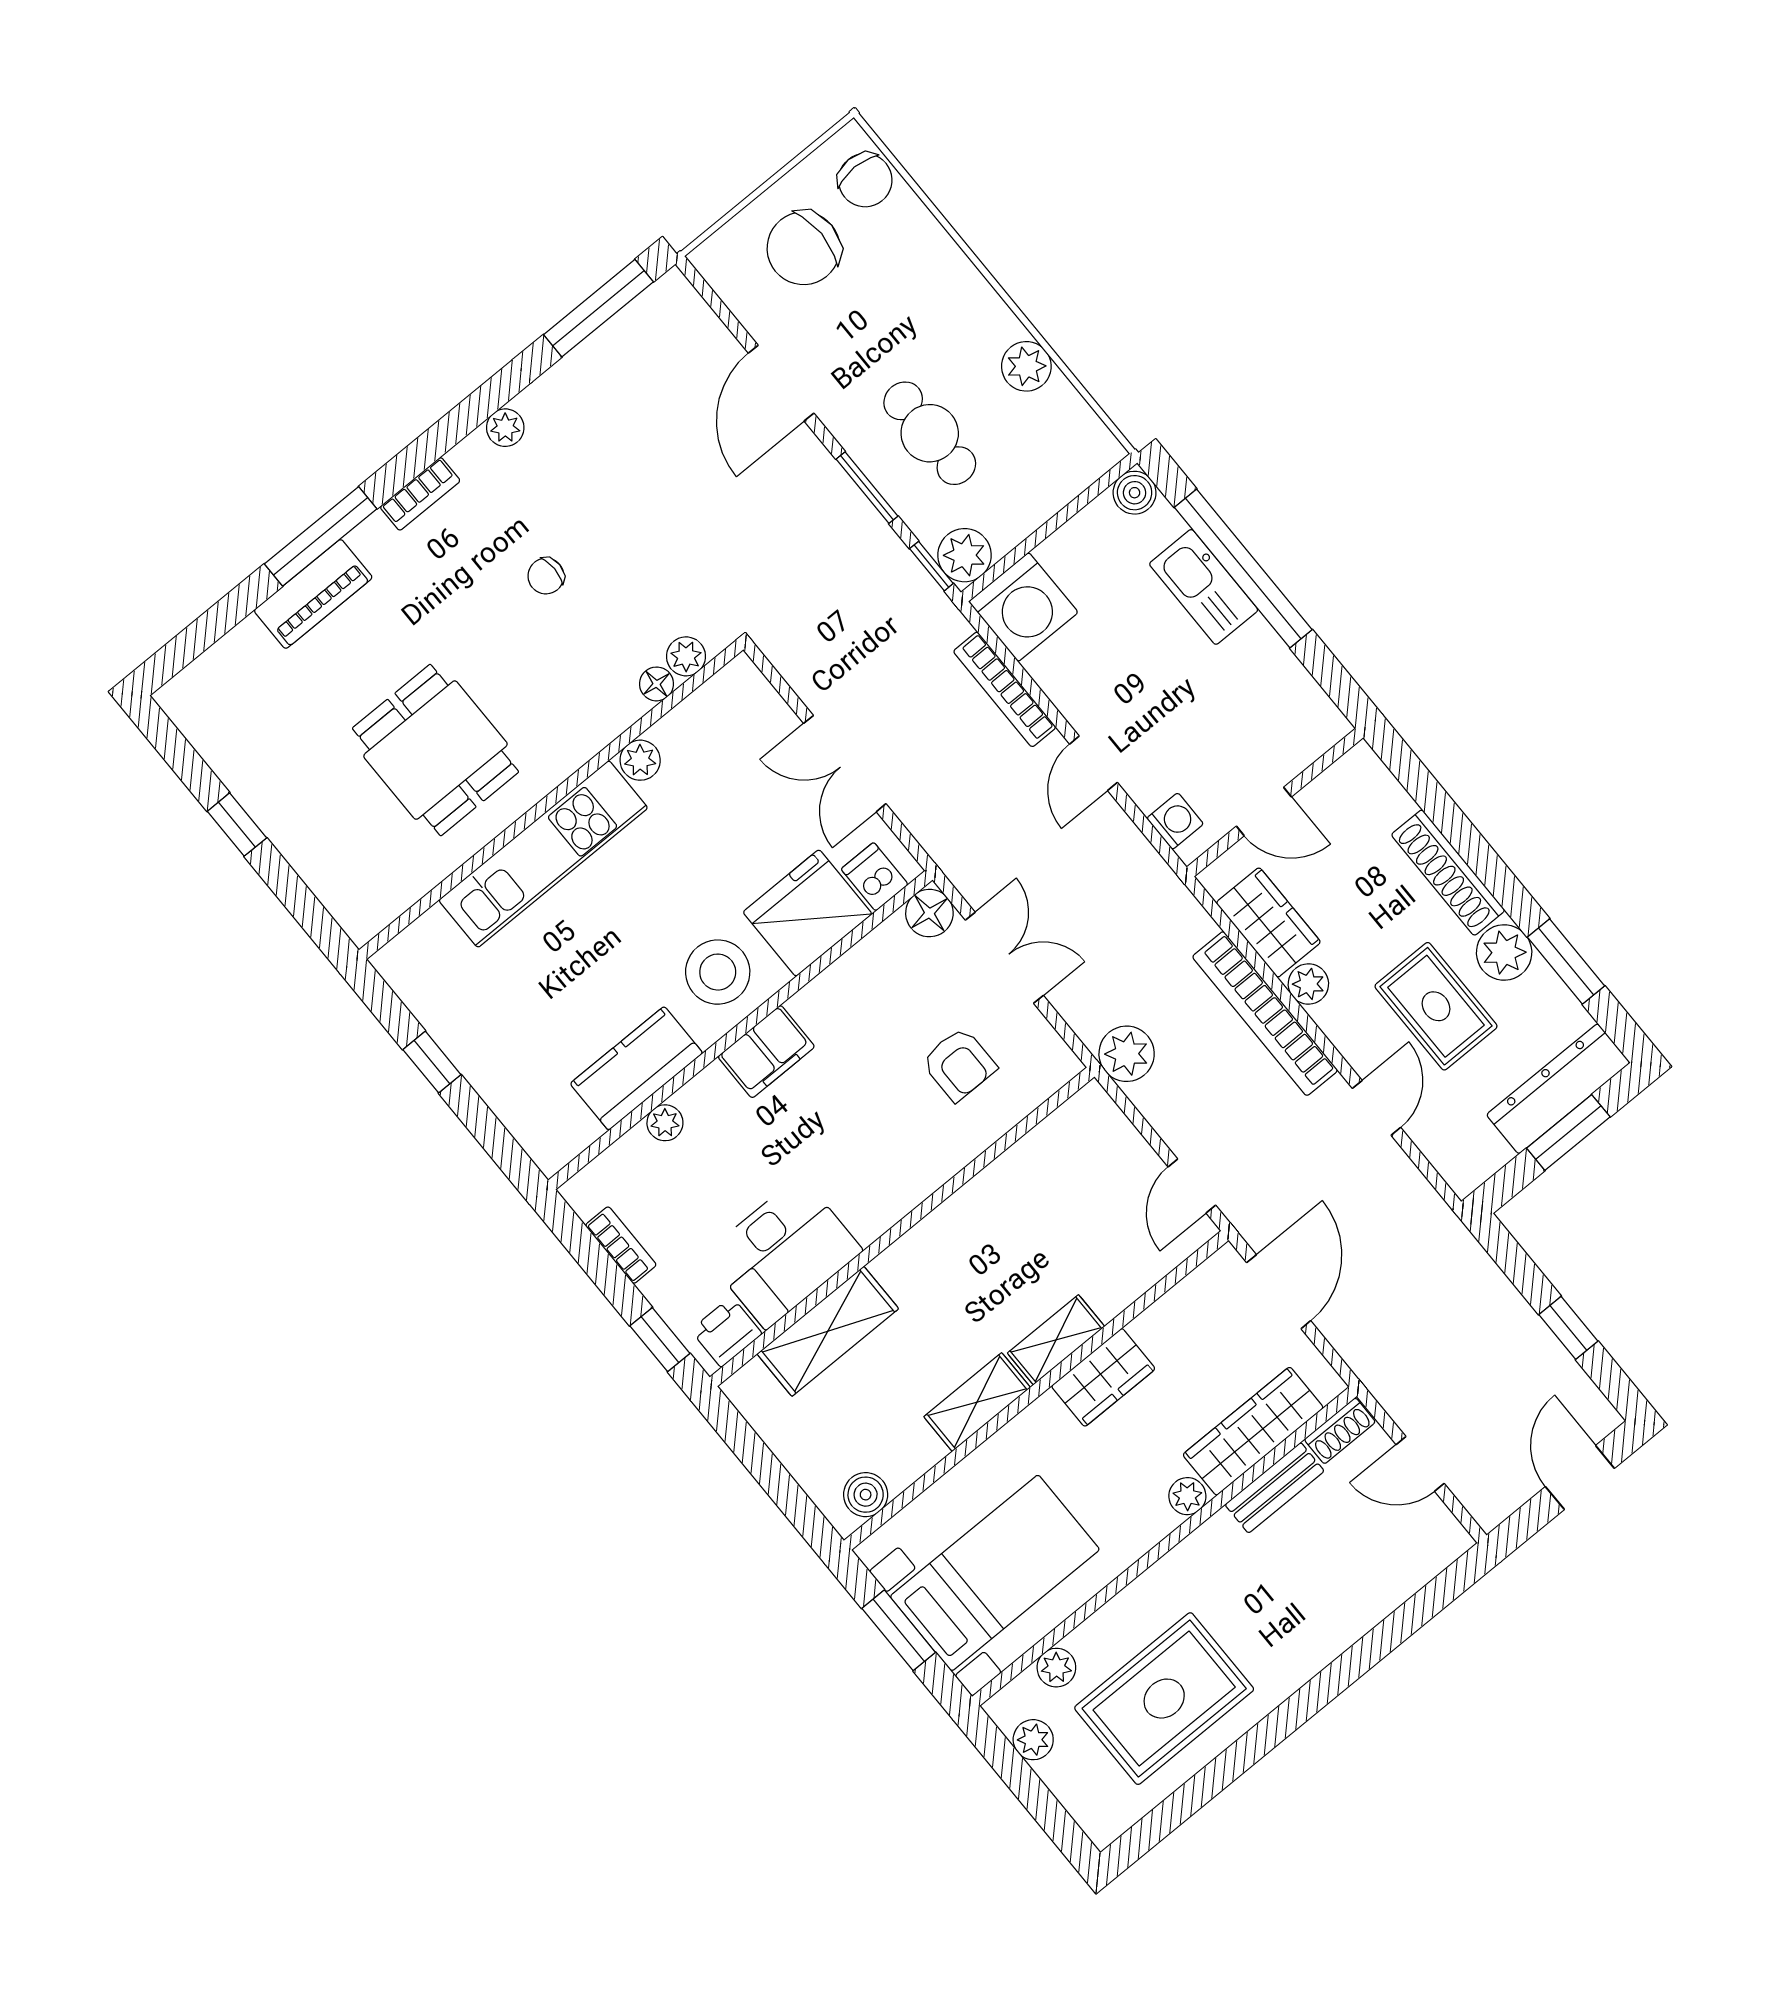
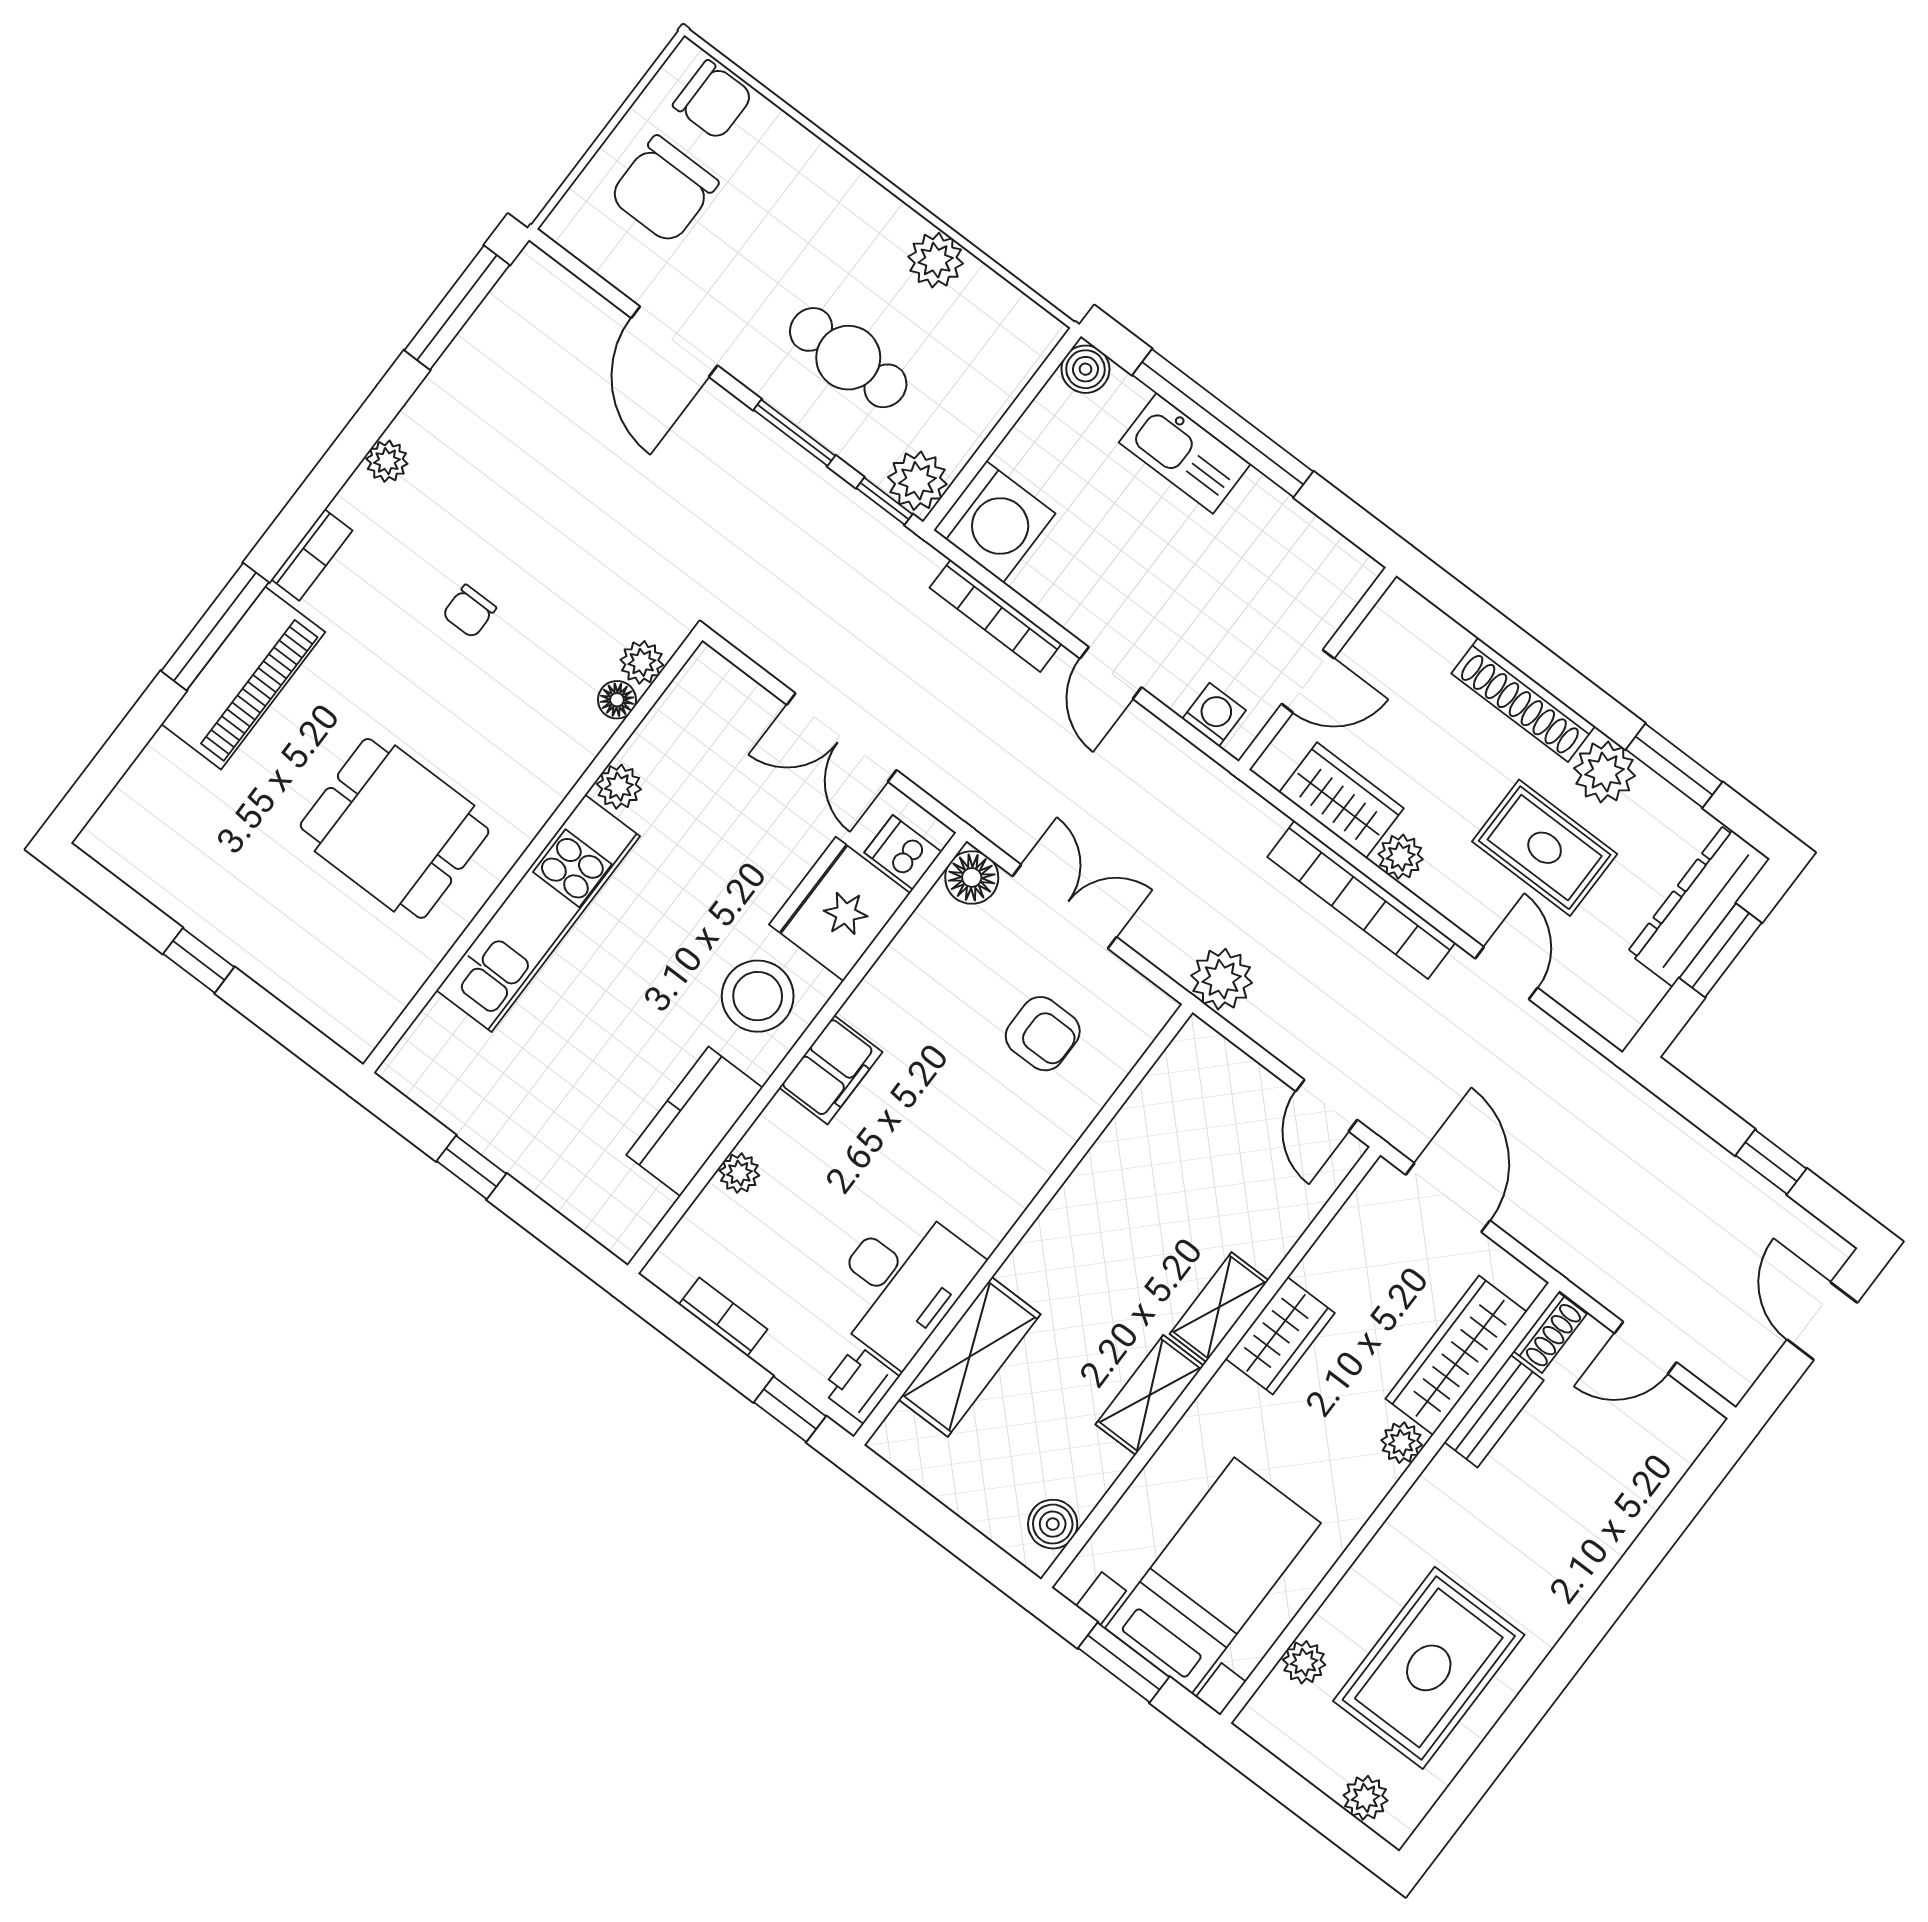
piano: (313, 594) -> (243, 678), width x1.37, depth x1.33
plant: (1033, 1740) -> (1365, 1798), moved

